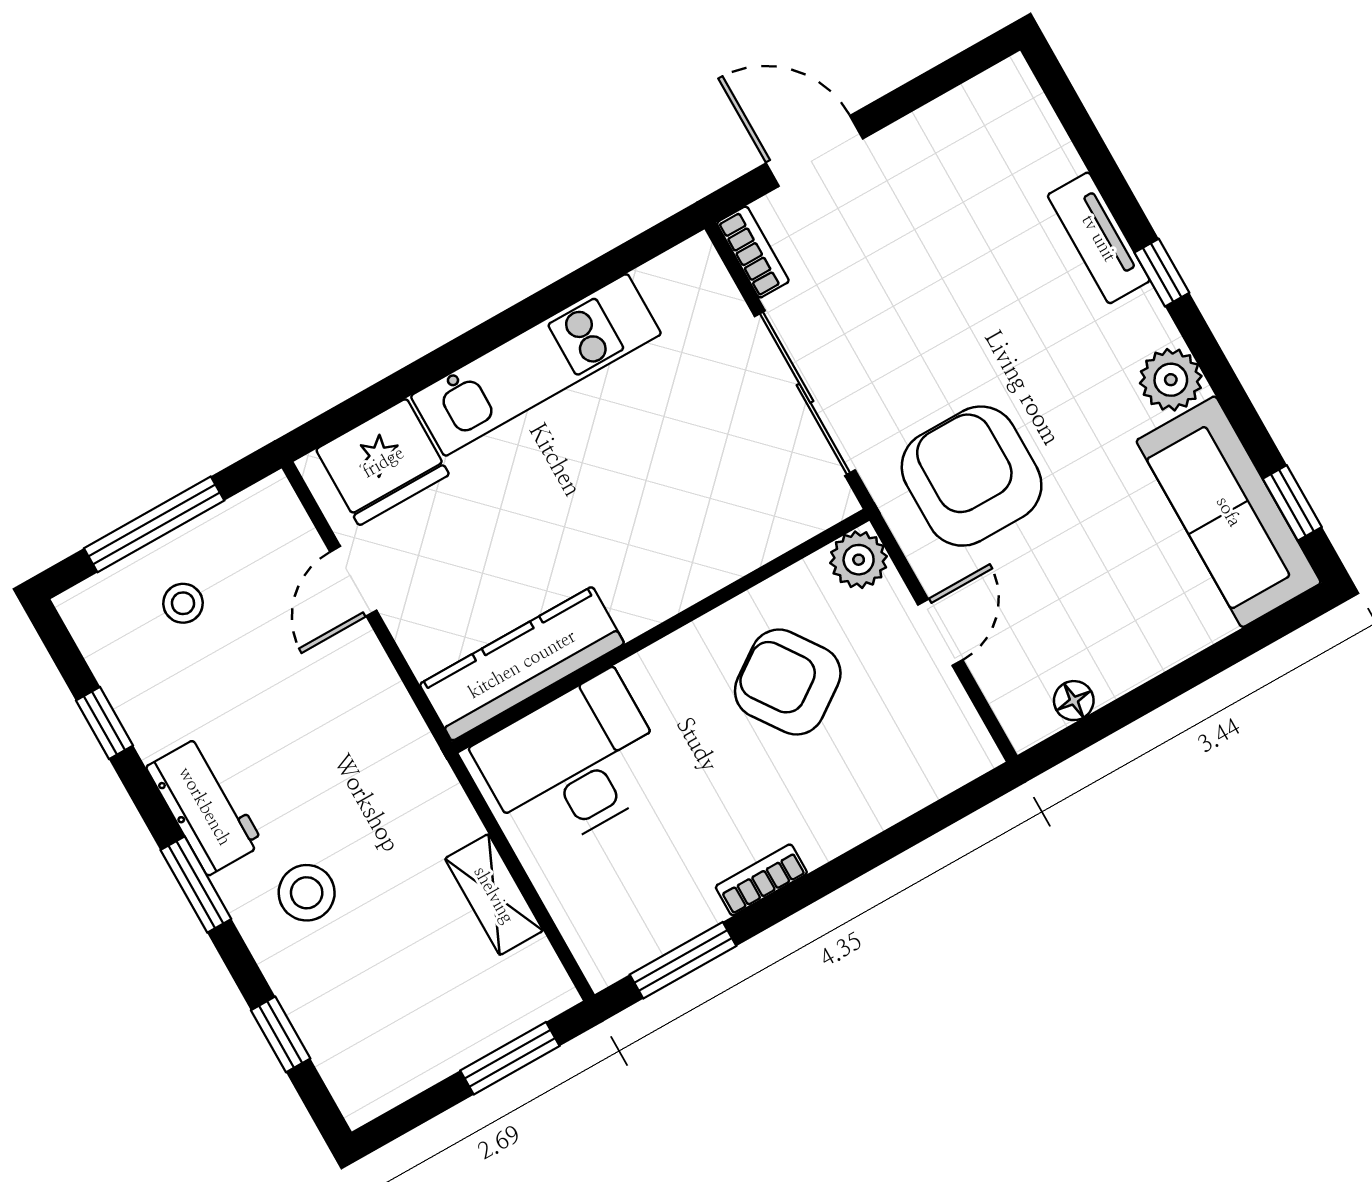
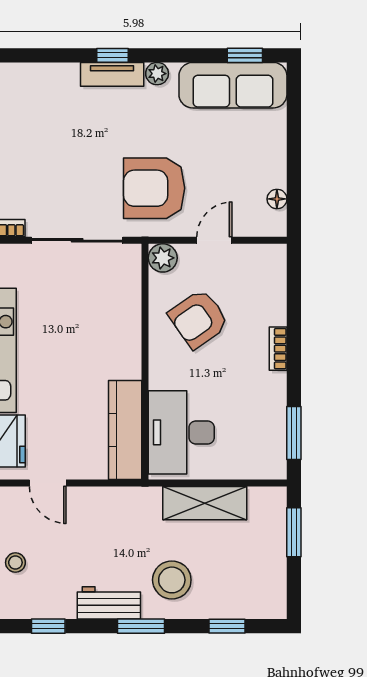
tv unit: (1099, 238) -> (112, 74), moved
plant: (1171, 380) -> (157, 74), width x0.73, depth x0.73
door: (940, 632) -> (214, 240), hinge flipped
bookcase: (761, 880) -> (278, 349), moved
stool: (307, 893) -> (172, 580), width x1.38, depth x1.38
shelving: (494, 895) -> (205, 503), width x1.50, depth x1.33

